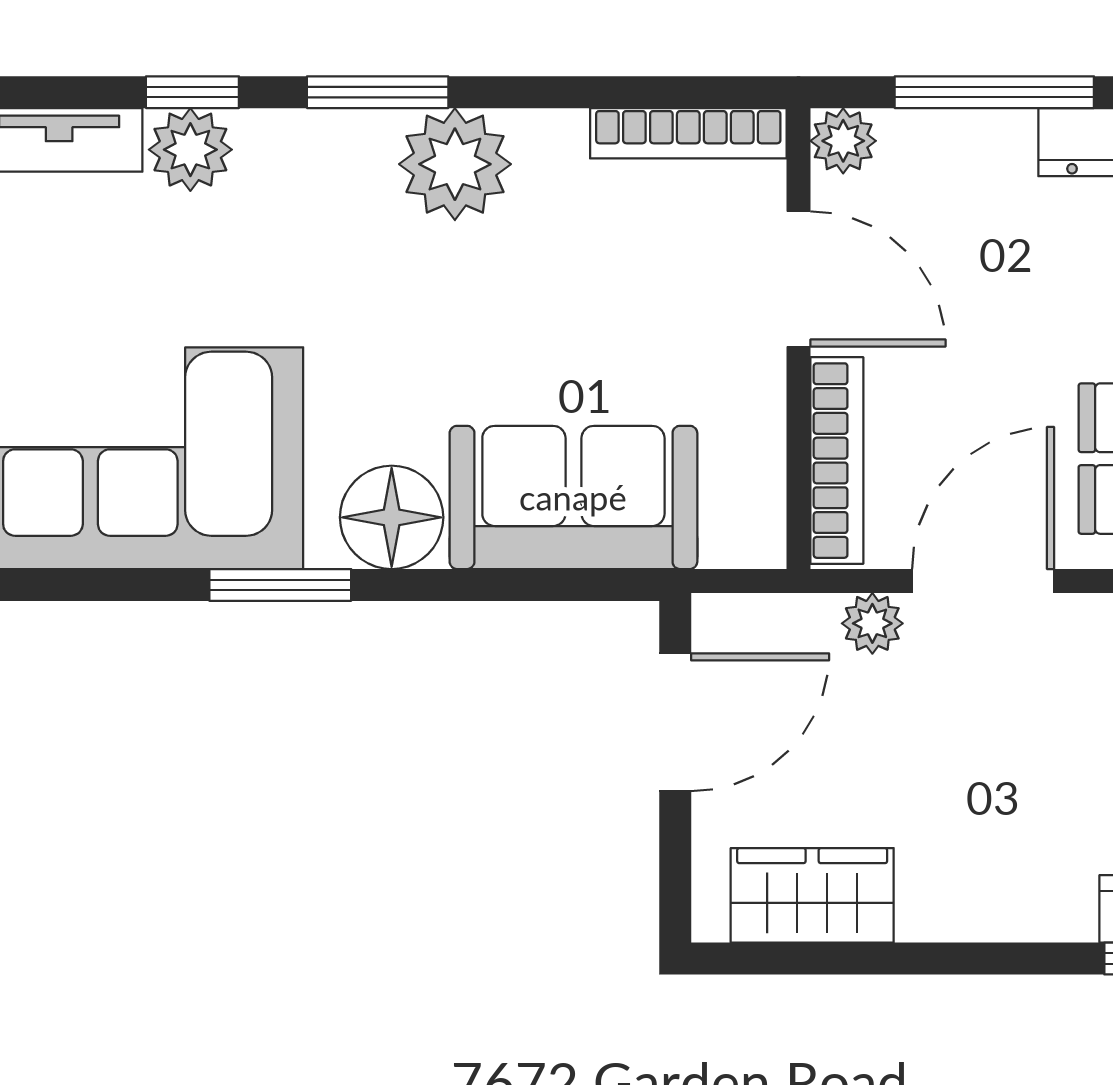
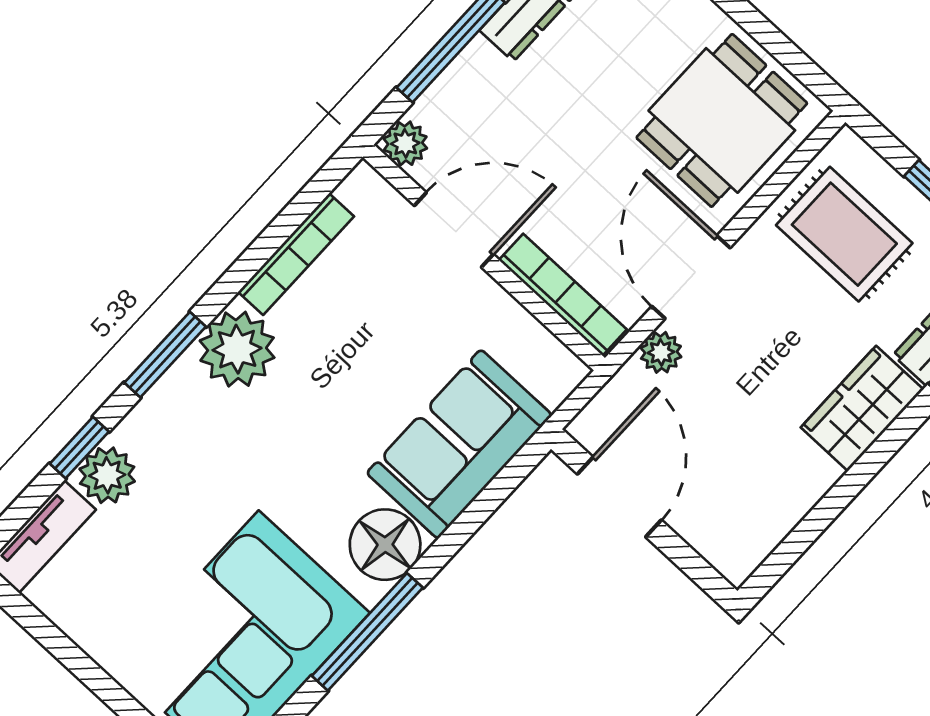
bookcase: (688, 133) -> (296, 254), moved
window: (280, 585) -> (367, 632), width x1.44
wardrobe: (812, 895) -> (862, 408), moved

